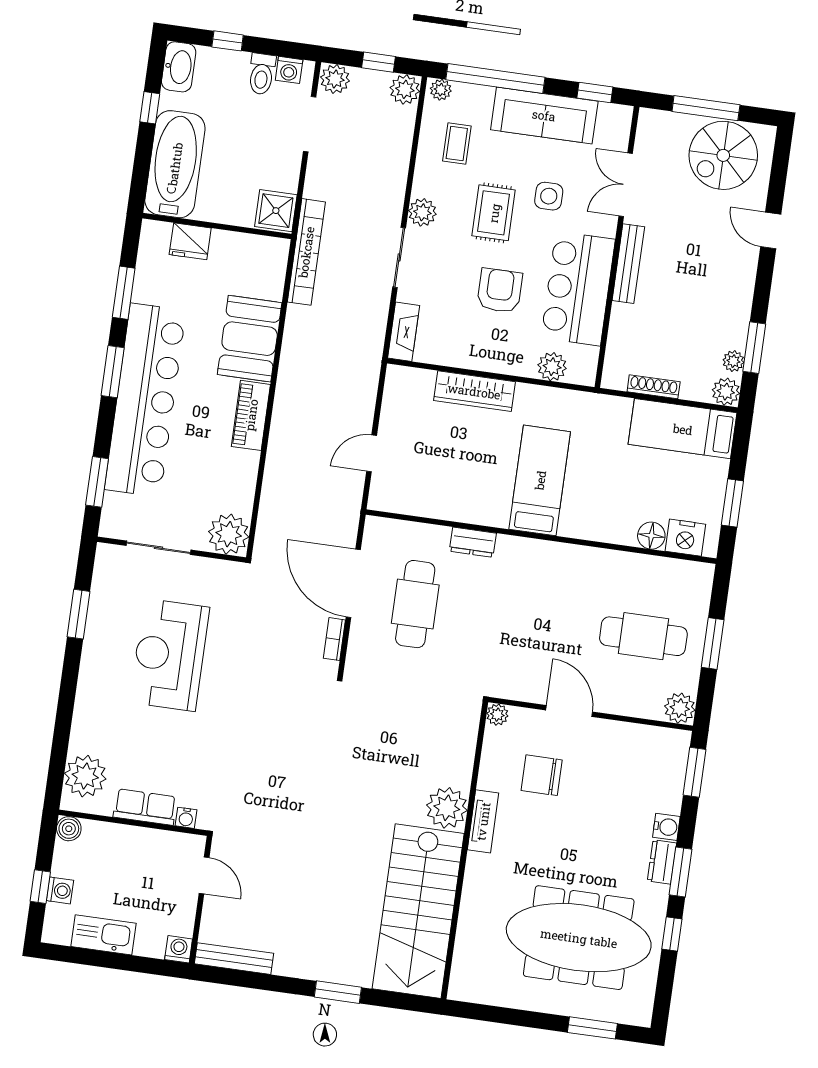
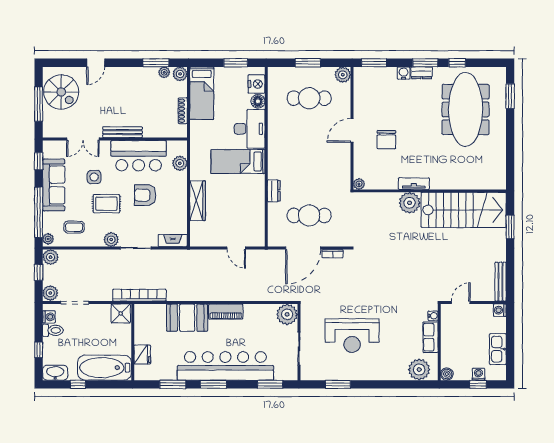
desk: (600, 512) -> (250, 129), added
cafe table: (643, 636) -> (309, 98), turned 90
plant: (497, 715) -> (359, 184), moved
plant: (447, 808) -> (410, 203), moved
tv unit: (483, 821) -> (414, 184), moved
wall: (465, 850) -> (430, 191), moved
stairs: (418, 911) -> (464, 210), moved

